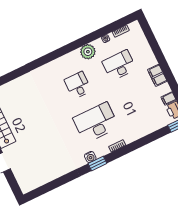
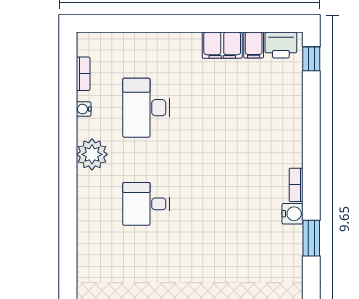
filing cabinet: (157, 75) -> (222, 45), moved
desk: (96, 123) -> (233, 204), removed
water cooler: (90, 157) -> (292, 214), moved

